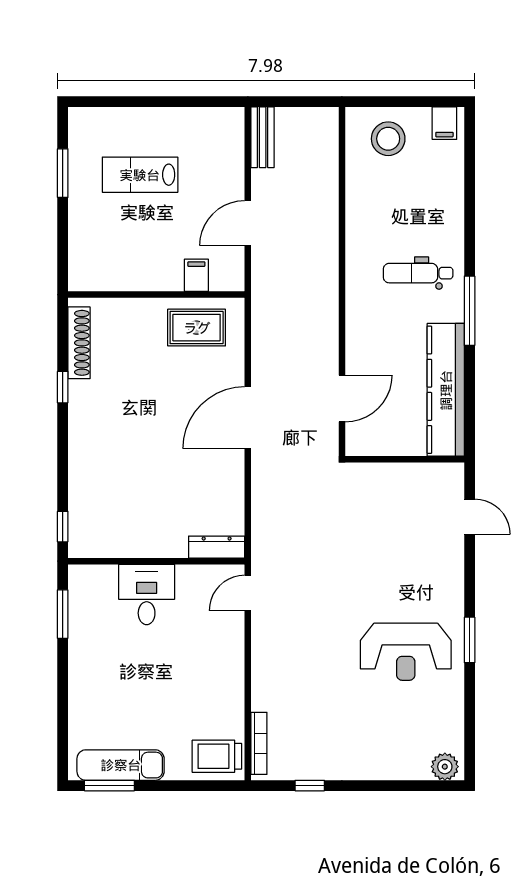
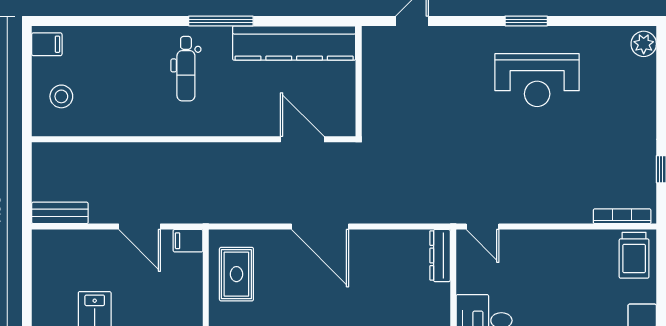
stool: (388, 139) -> (61, 96), width x0.73, depth x0.73
filing cabinet: (196, 275) -> (188, 241), moved
reception desk: (406, 652) -> (537, 80), turned 90

